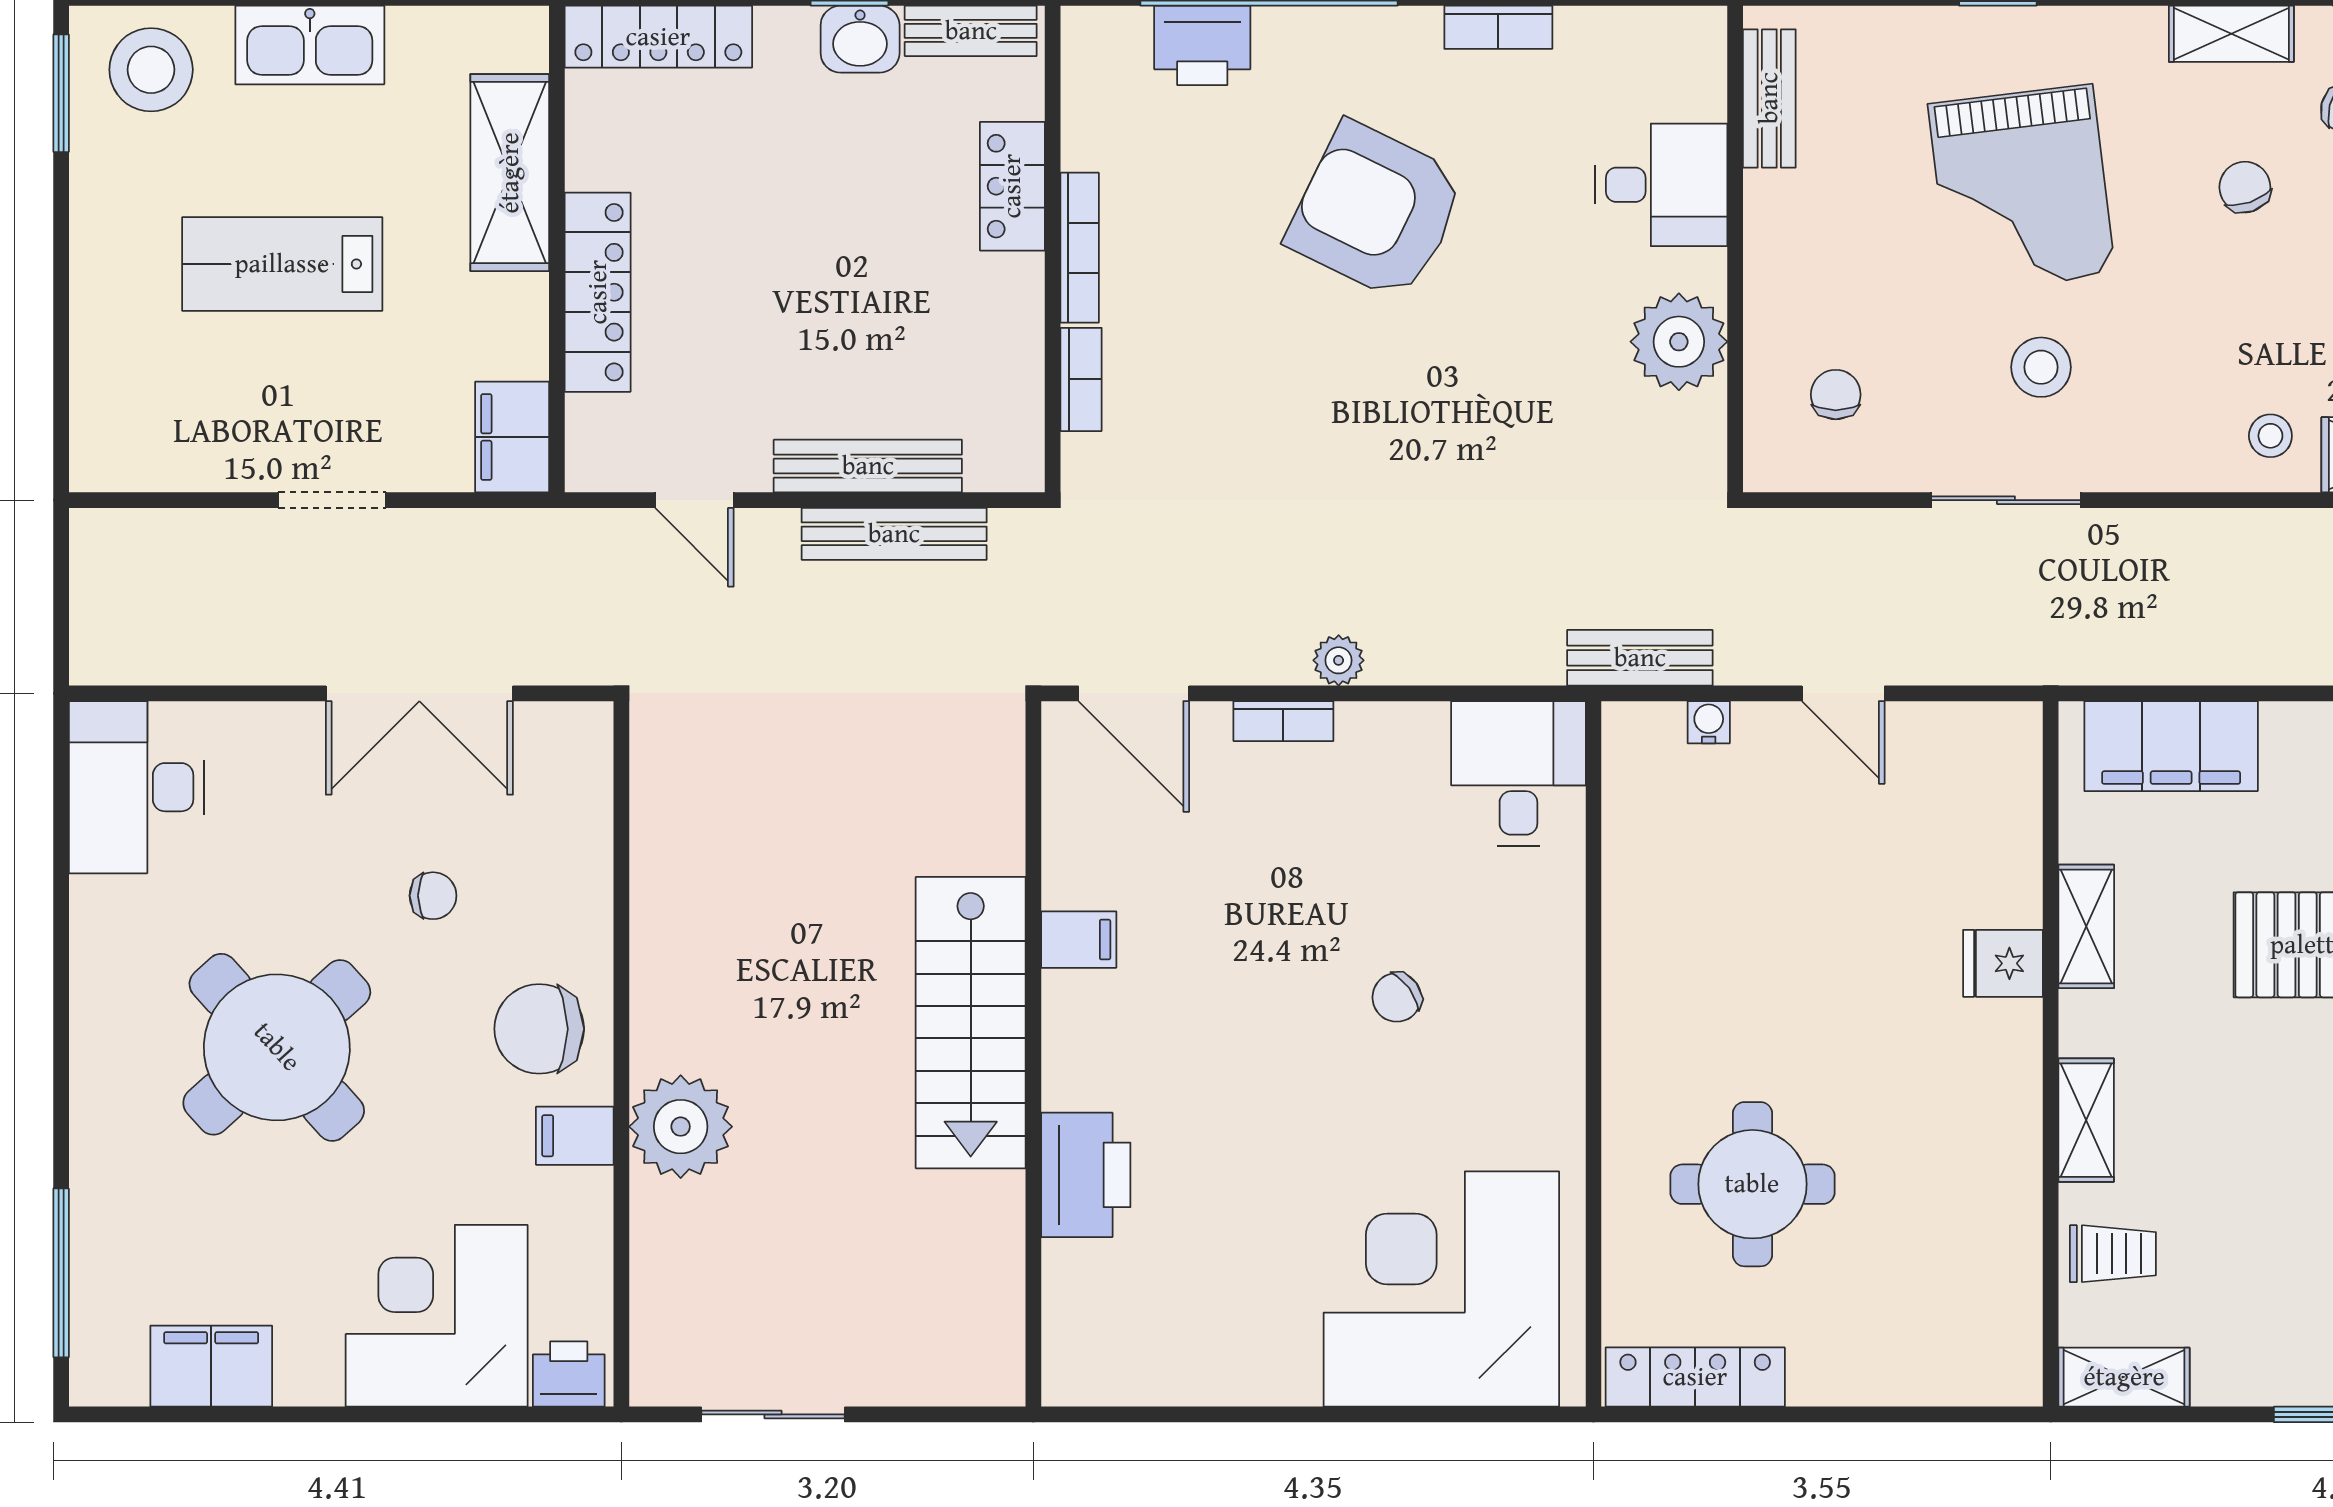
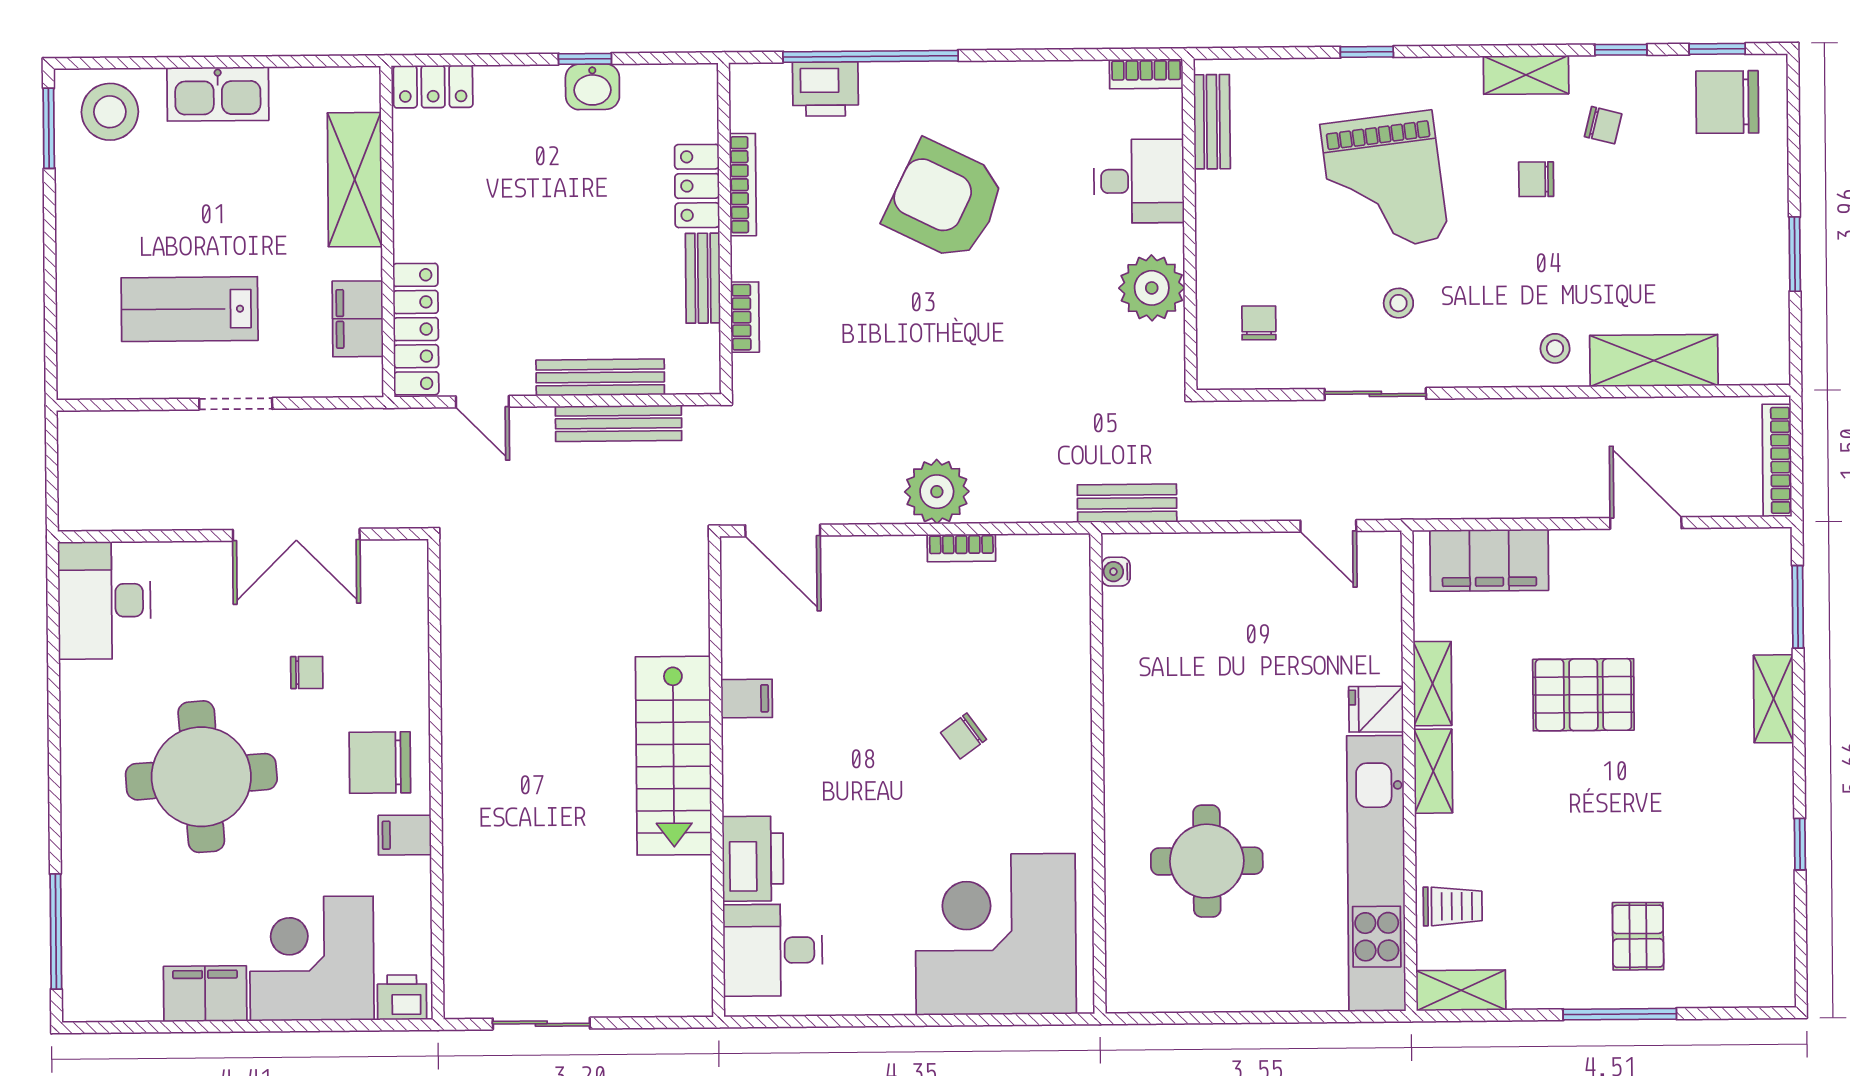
bookcase: (1498, 27) -> (1146, 74), moved
bench: (971, 31) -> (703, 278), moved, turned 90
locker: (658, 37) -> (433, 86), width x0.66
chair: (2245, 187) -> (1536, 179), turned -71
bookcase: (1080, 248) -> (743, 185), moved
lab bench: (282, 264) -> (190, 309), moved
locker: (598, 292) -> (416, 329), moved
stool: (2041, 367) -> (1398, 303), width x0.73, depth x0.73
filing cabinet: (512, 437) -> (358, 319), moved
plant: (1339, 660) -> (937, 492), width x1.88, depth x1.88
door: (1843, 693) -> (1328, 526), moved
bookcase: (1283, 721) -> (961, 548), moved
water cooler: (1709, 722) -> (1116, 572), moved, turned -90
desk: (1518, 774) -> (773, 950), moved, turned -90
round table: (277, 1047) -> (201, 777), turned 38
shelving: (2086, 1120) -> (1433, 771), moved
plant: (681, 1127) -> (477, 828), removed
kitchen unit: (2001, 1204) -> (1376, 873), added
filing cabinet: (211, 1366) -> (205, 994), moved
locker: (1695, 1377) -> (1169, 993), removed

